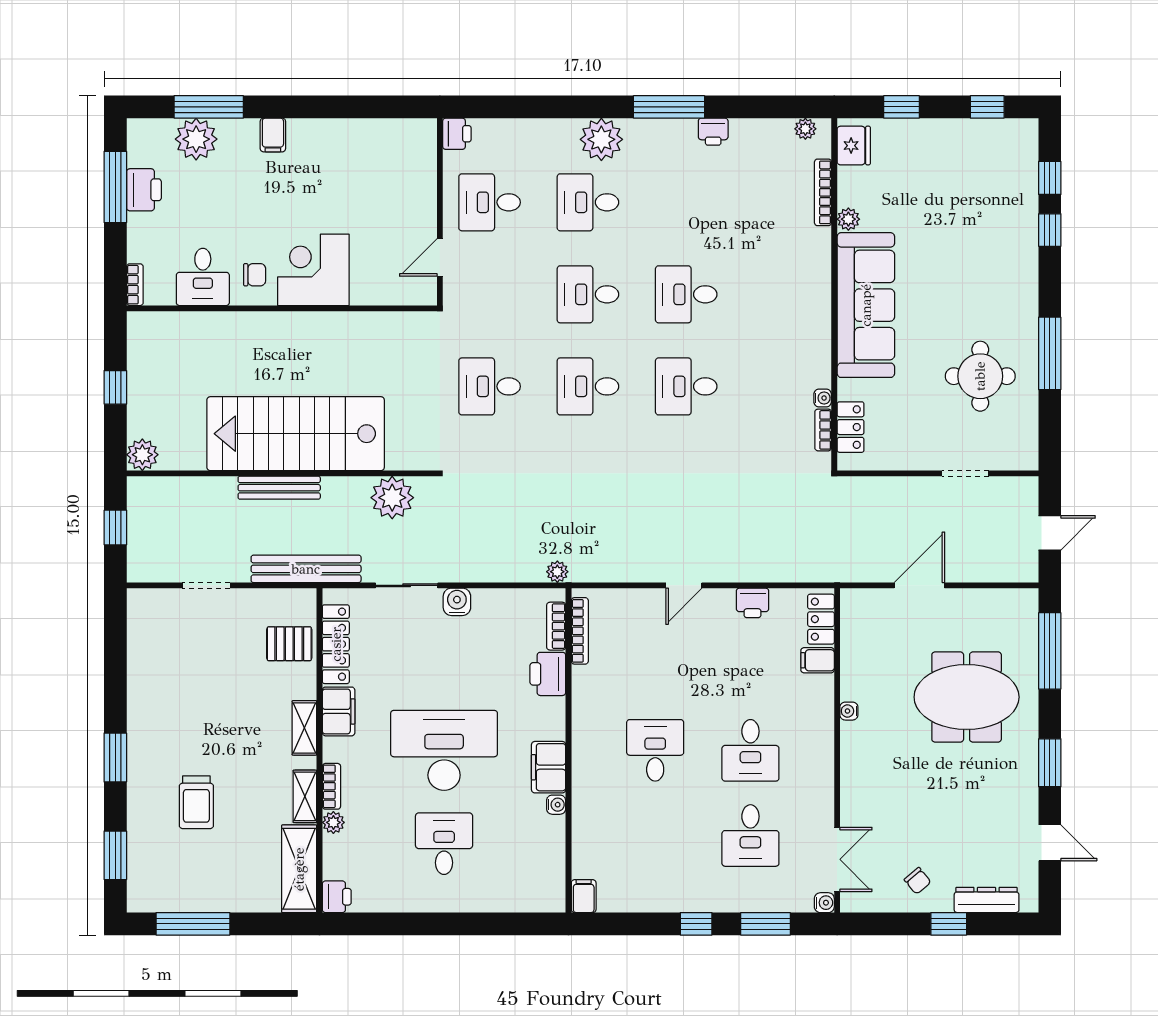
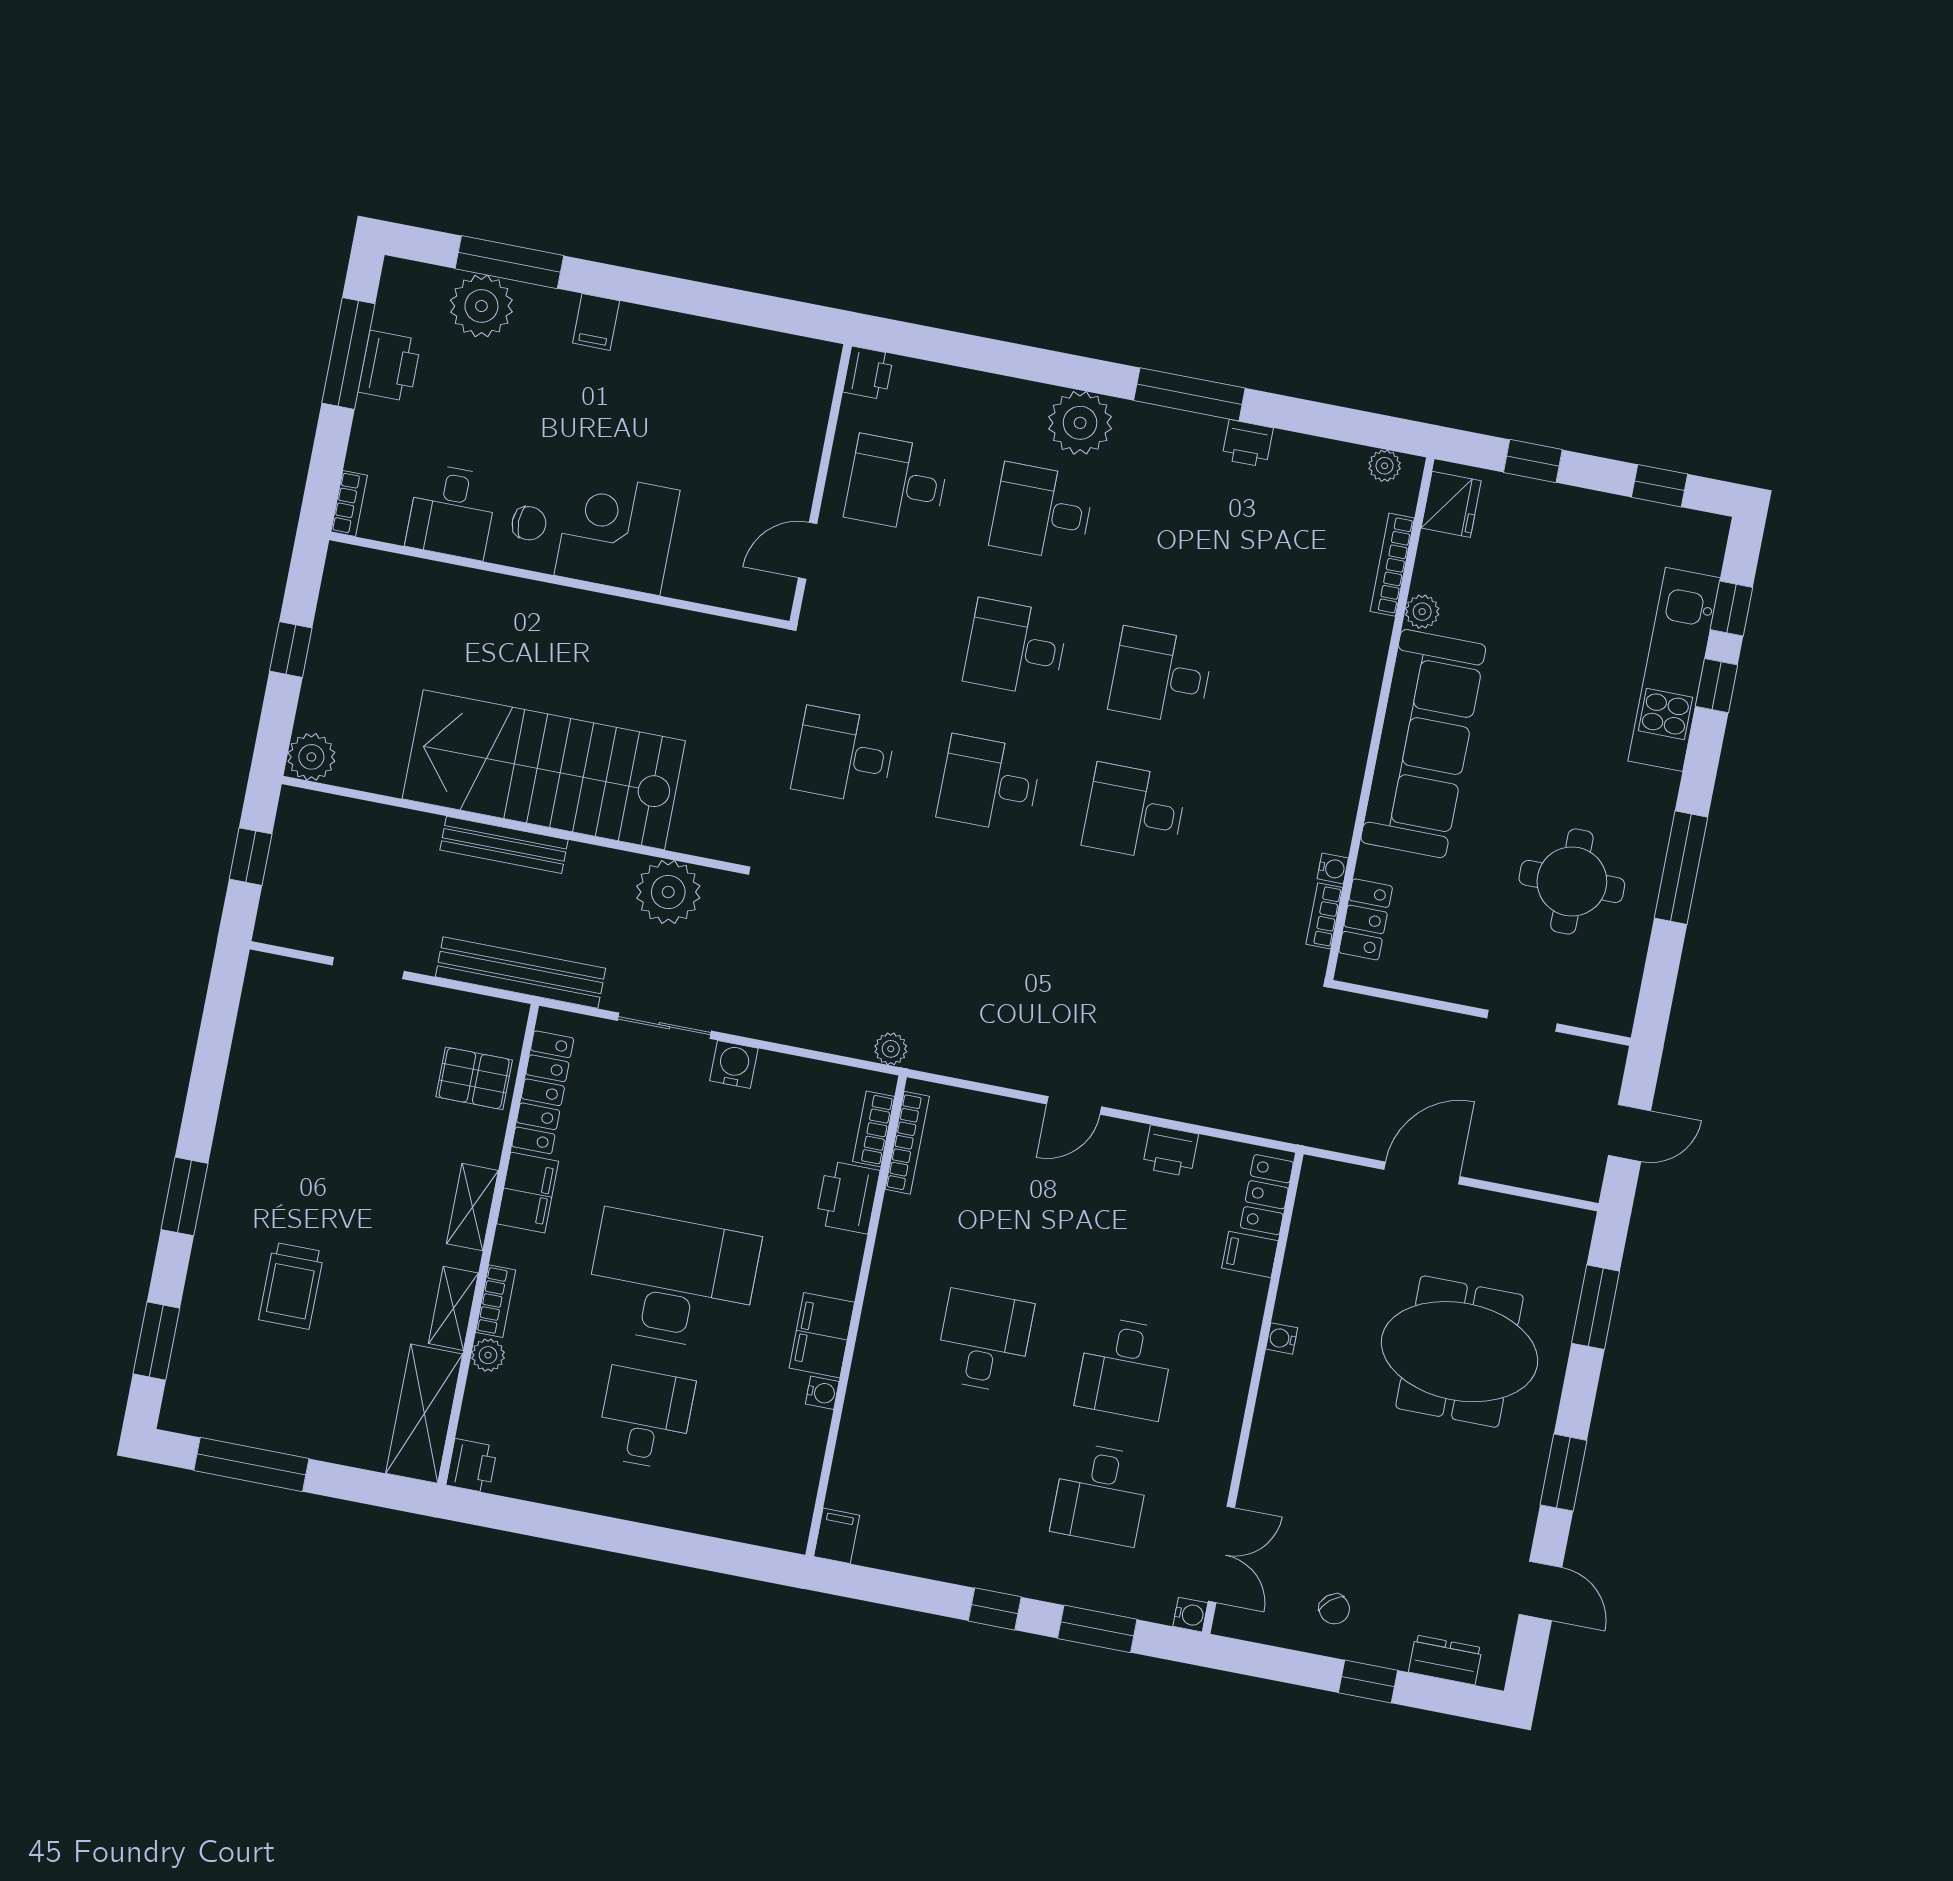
kitchen unit: (1020, 225) -> (1674, 669), added
window: (1050, 651) -> (1596, 1307), width x0.69
dresser: (987, 900) -> (1445, 1660), width x0.70

